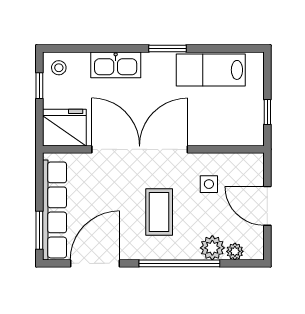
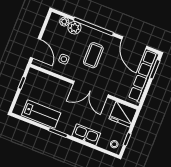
double door: (140, 149) -> (91, 89), width x0.73
door: (267, 206) -> (35, 48), moved
door: (95, 263) -> (134, 43), hinge flipped

